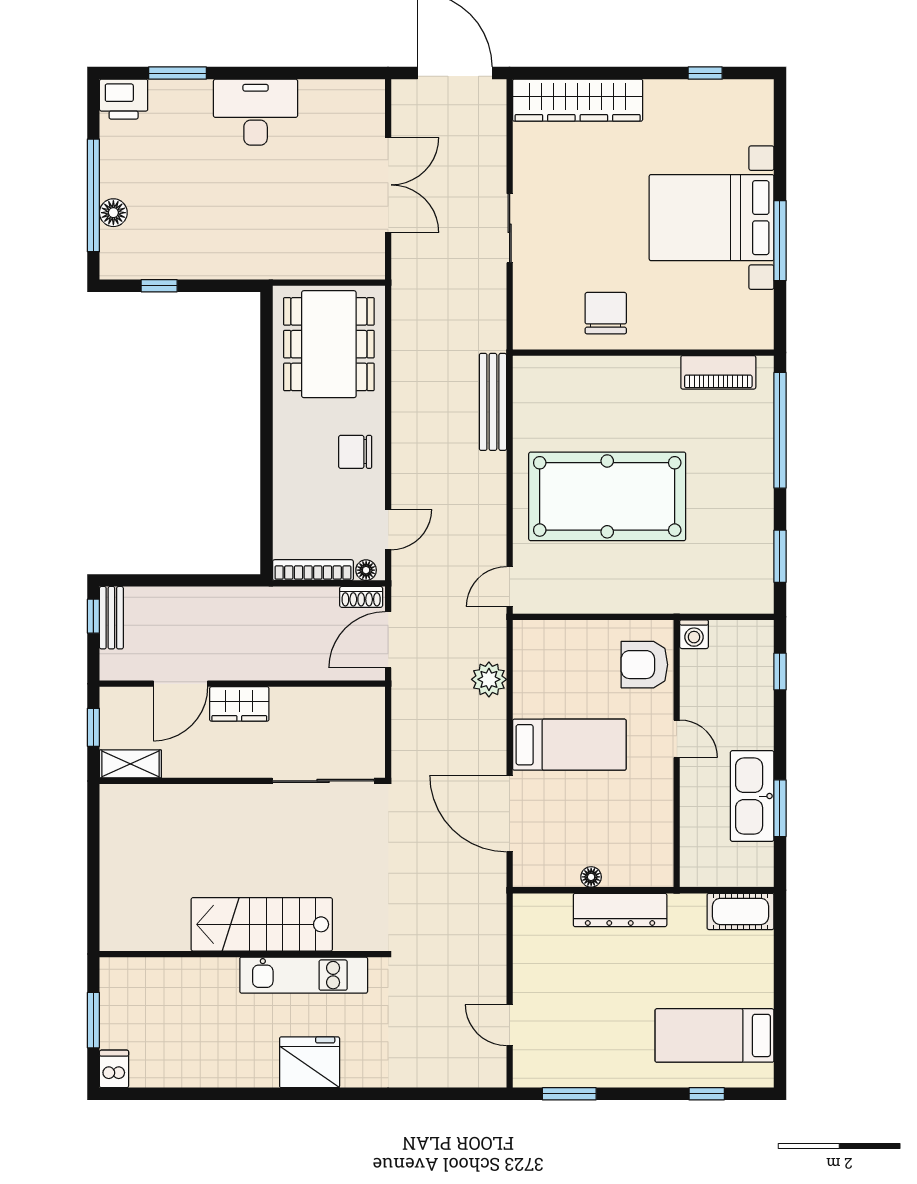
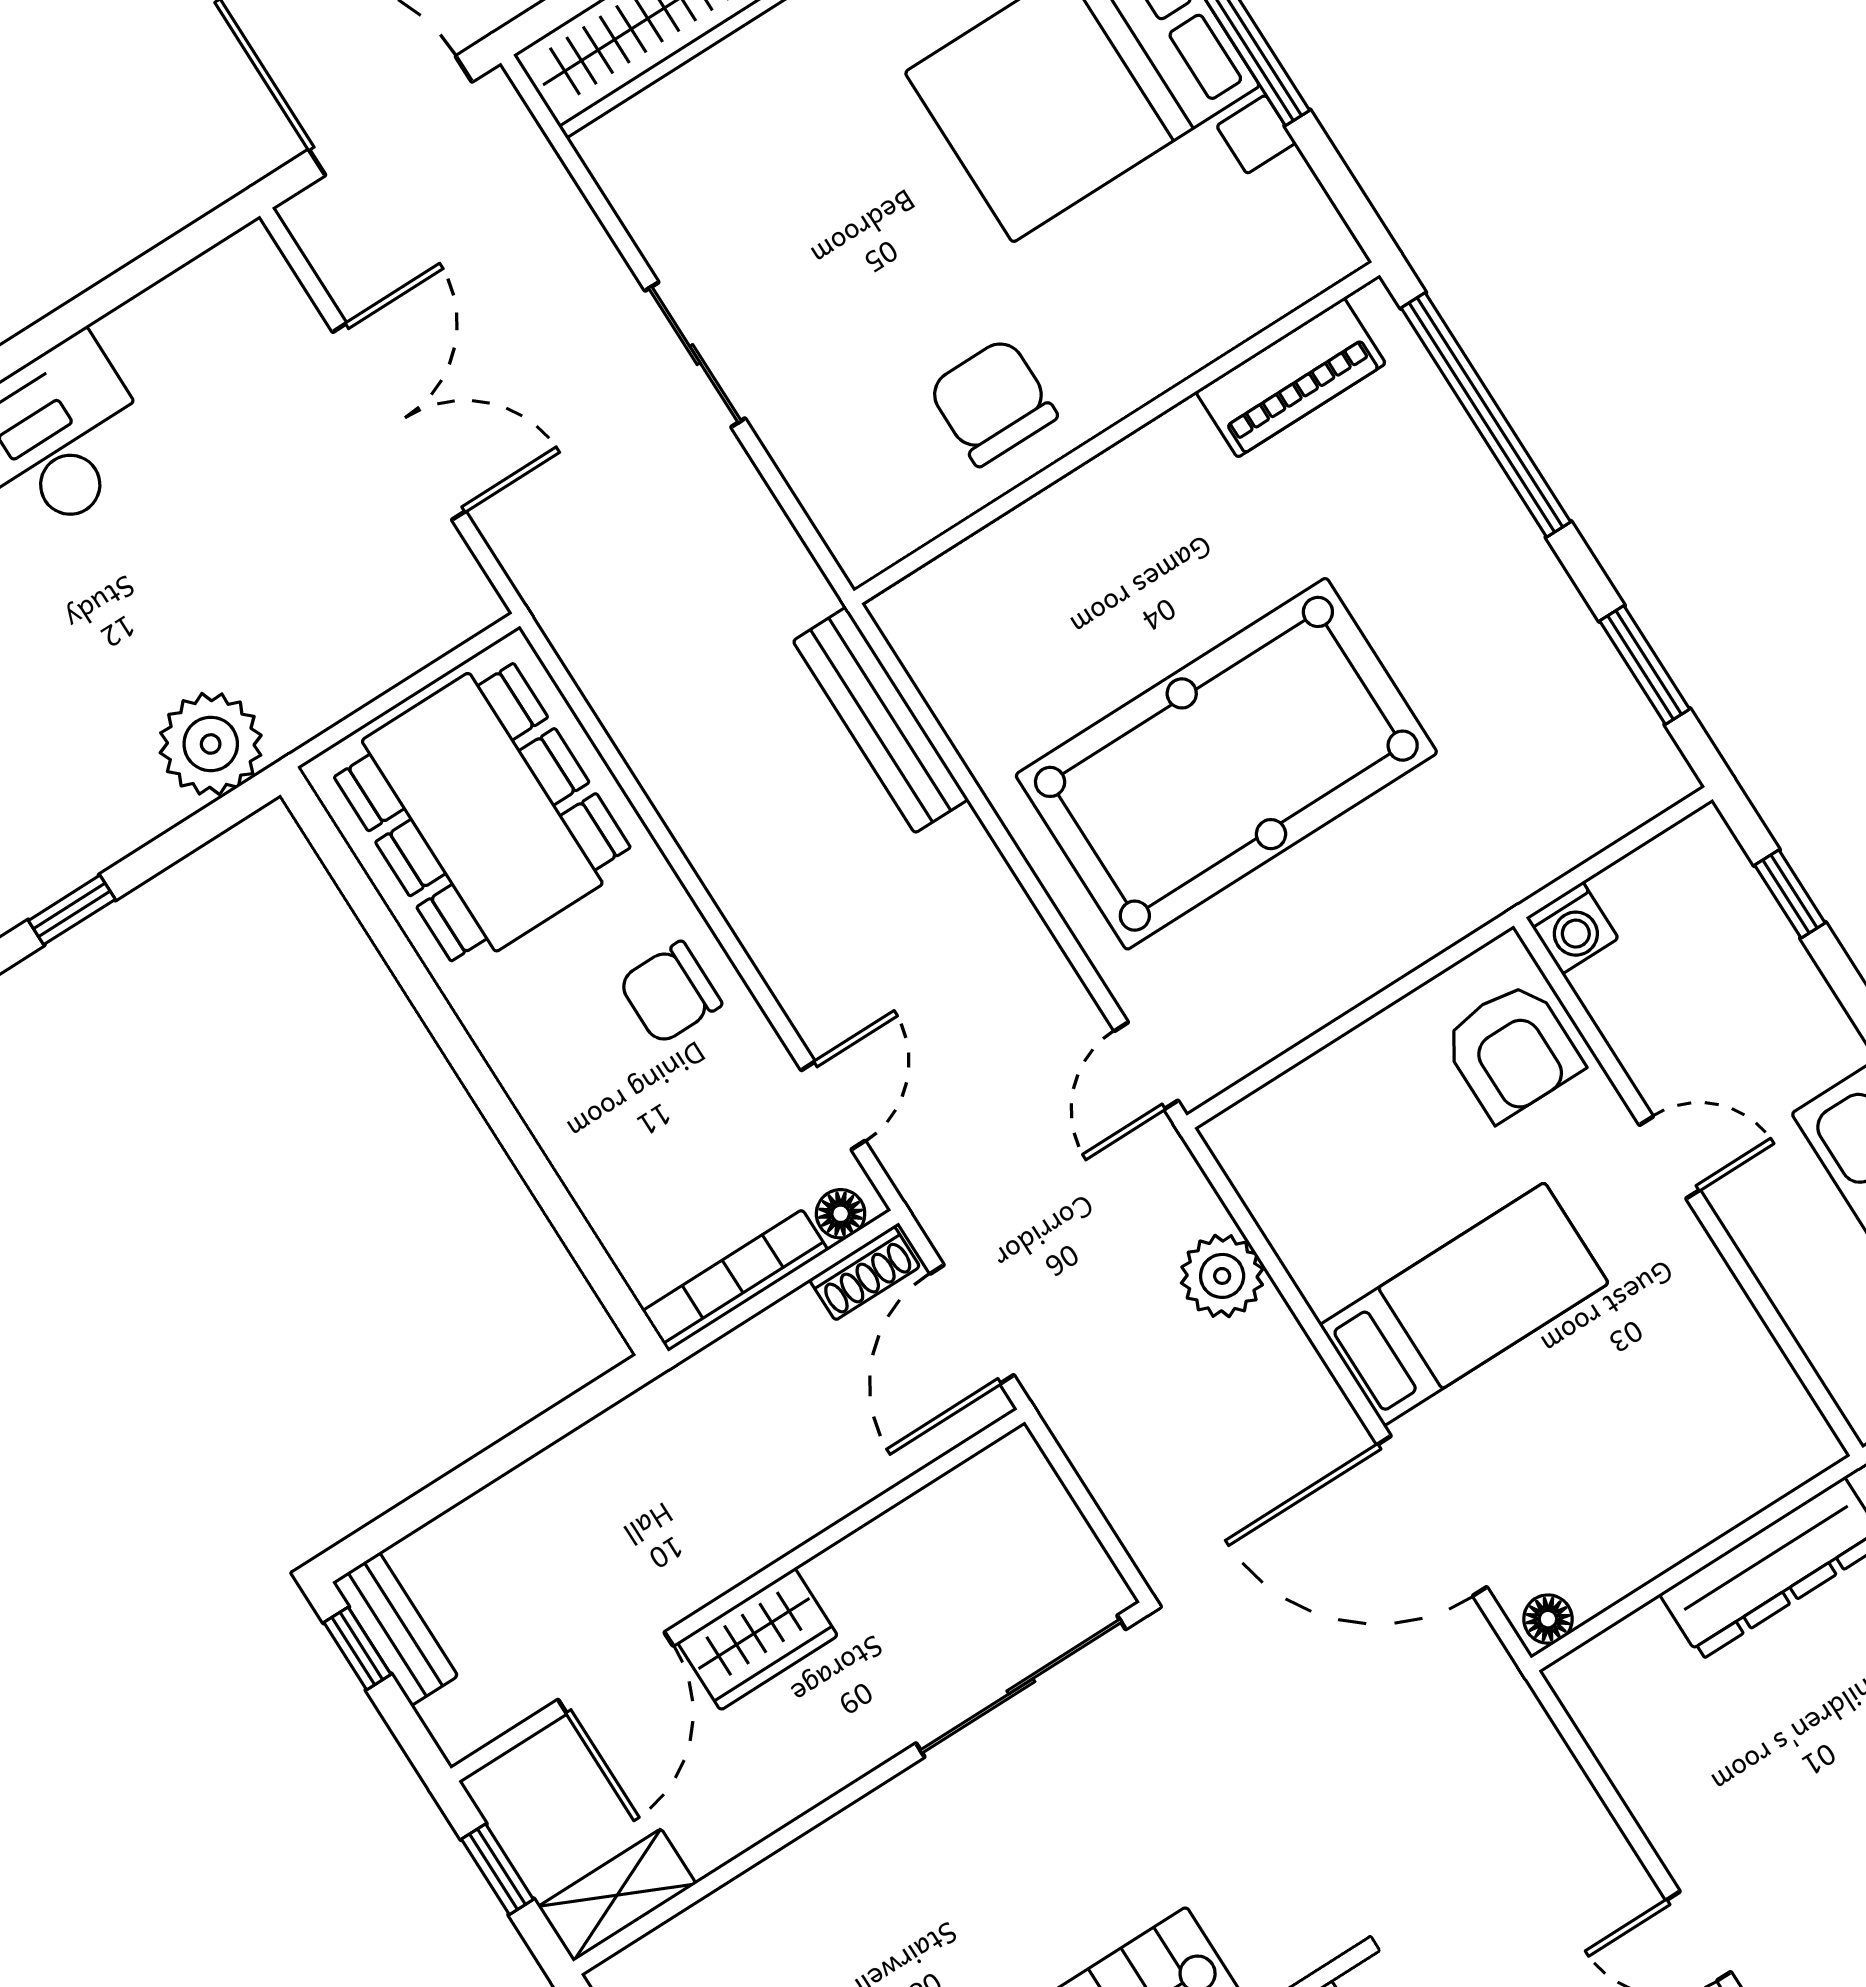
plant: (247, 258) -> (211, 744), added
armchair: (644, 665) -> (1512, 1051), turned -90
floor lamp: (591, 877) -> (1548, 1619), moved

